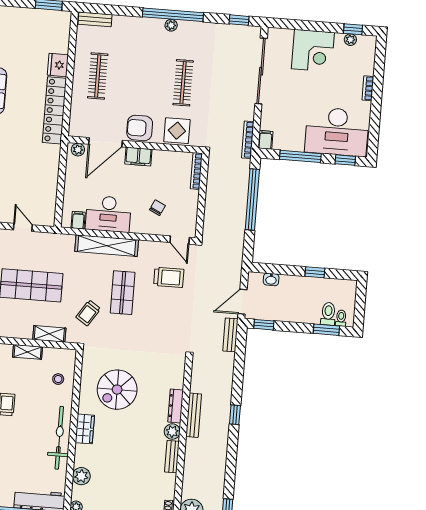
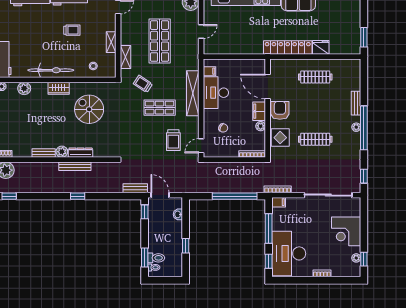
bench: (95, 19) -> (356, 103), moved
plant: (78, 150) -> (261, 126), moved

